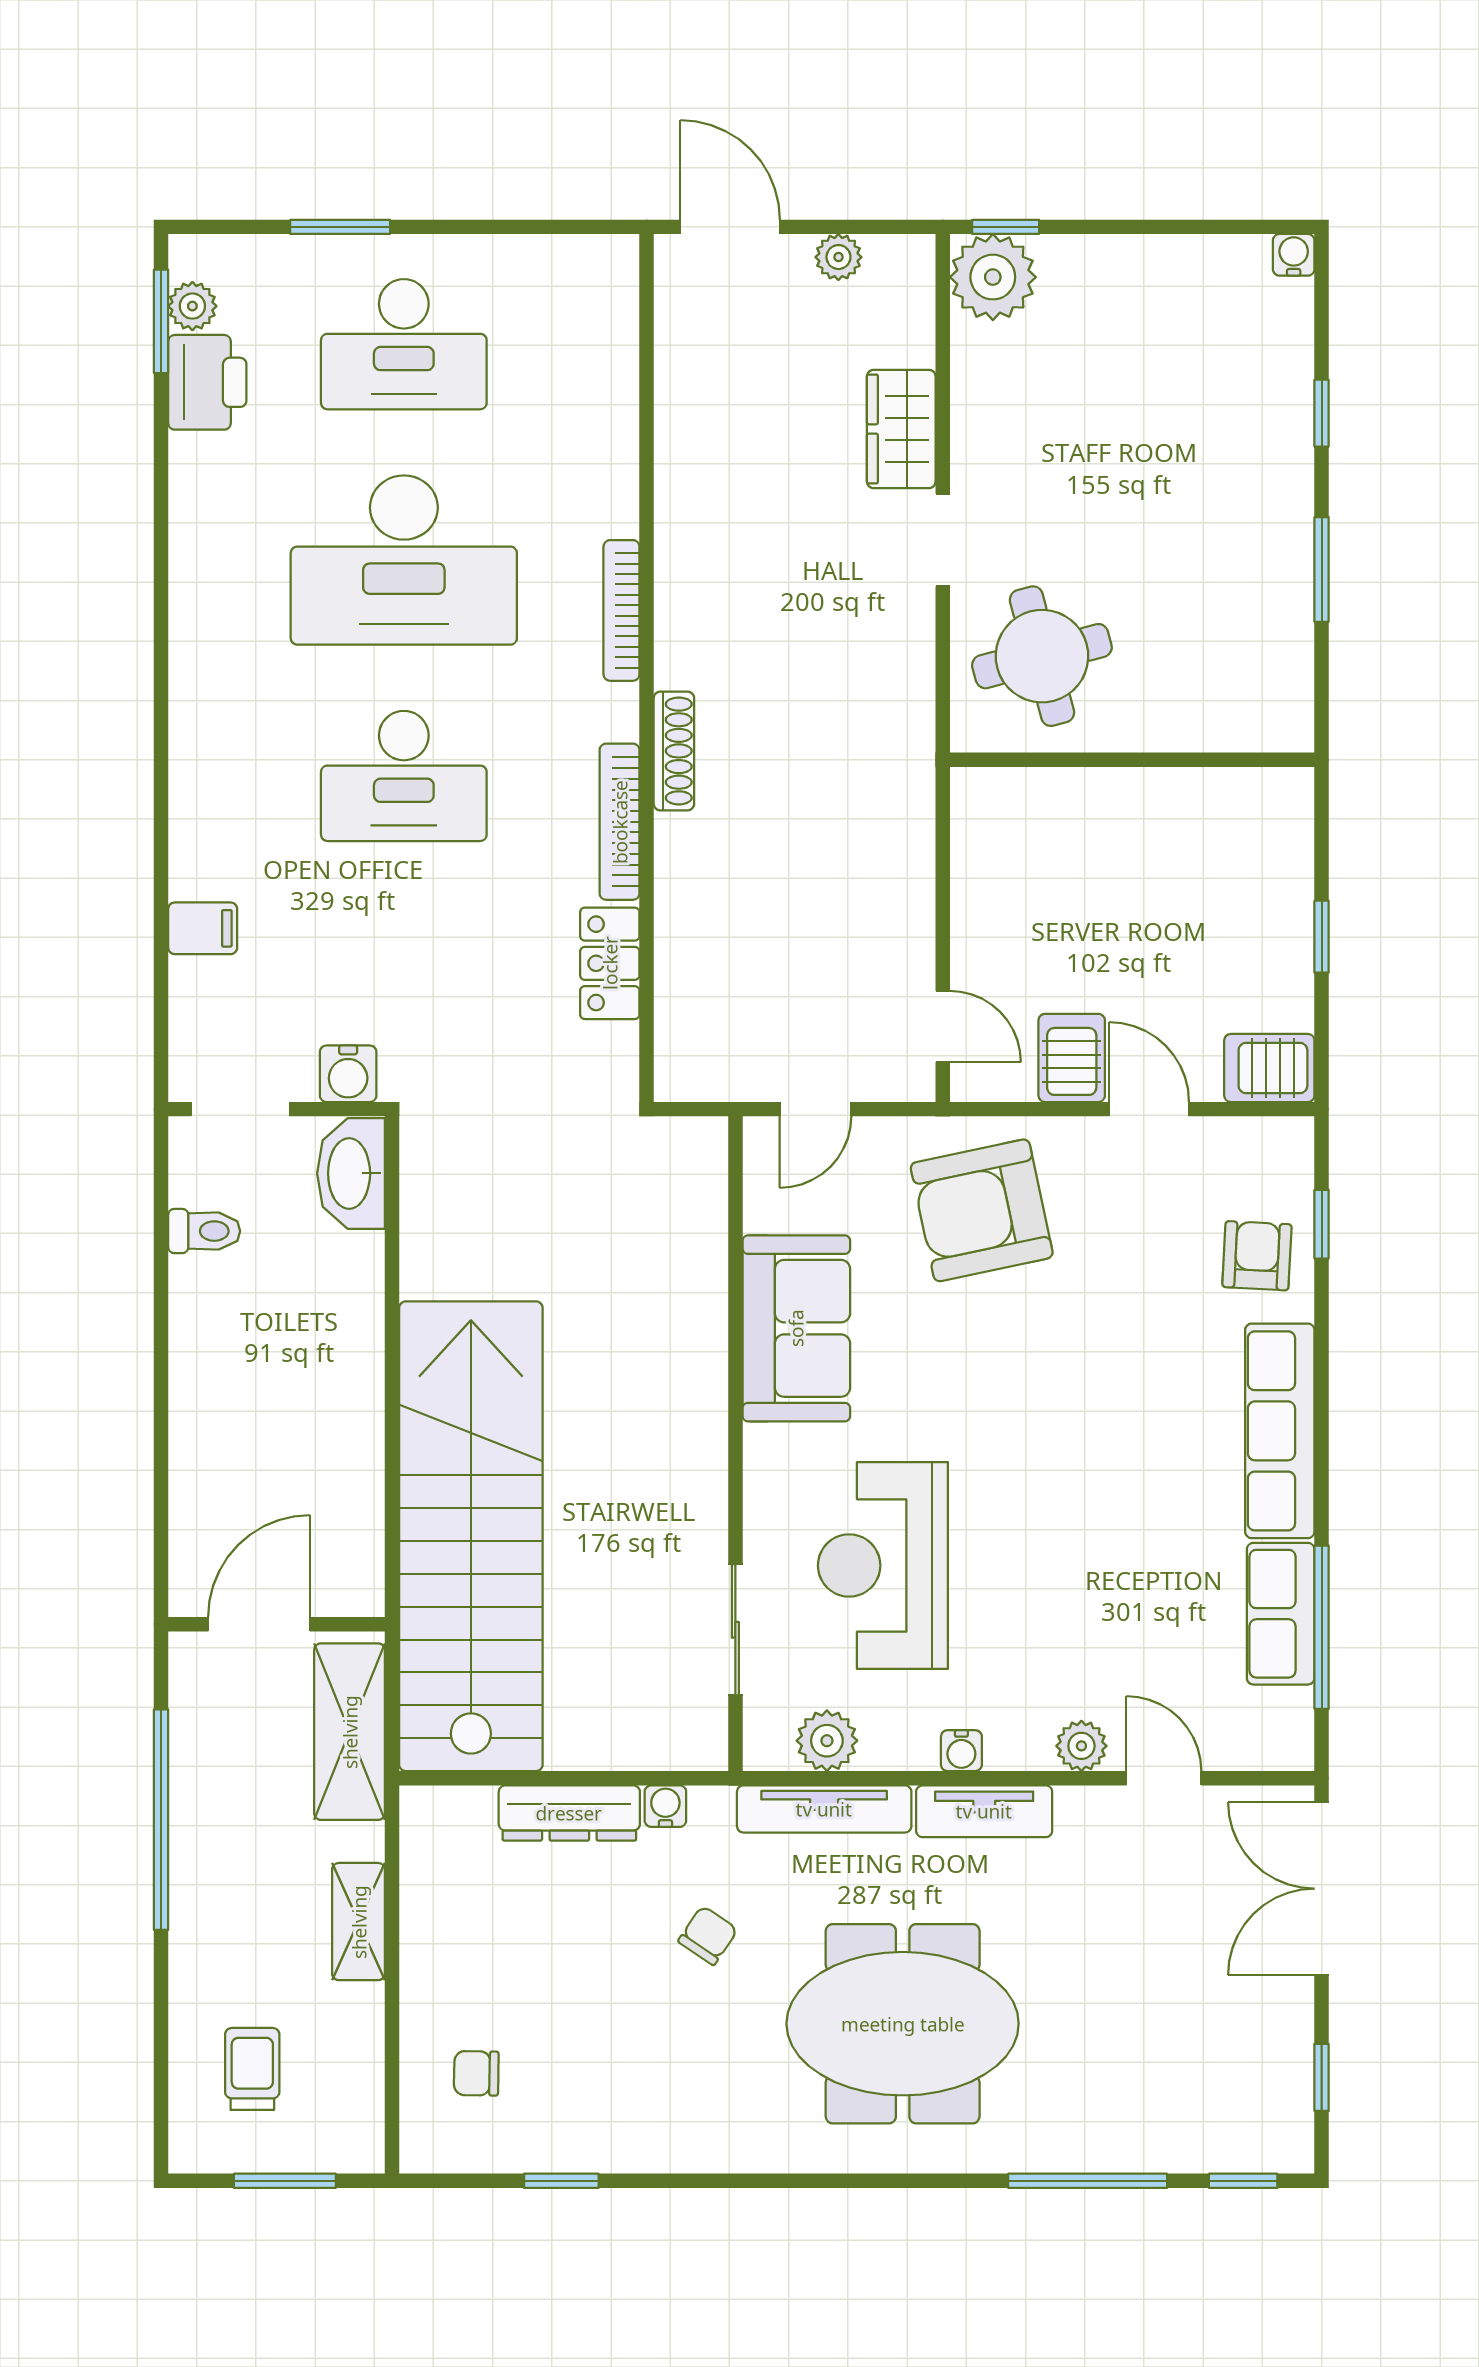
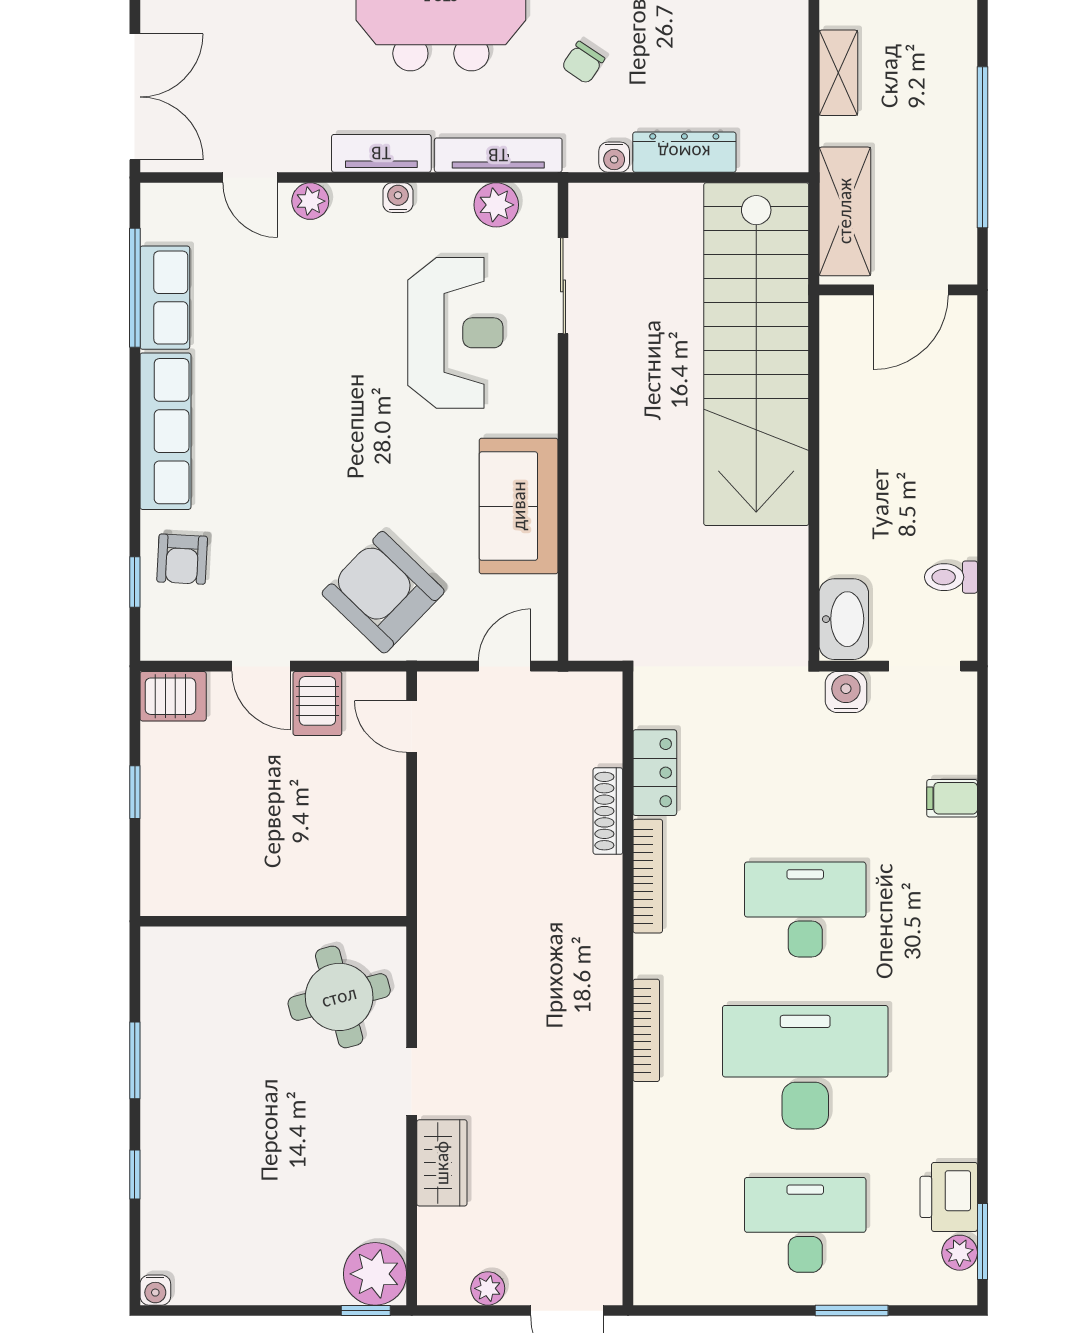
shoe rack: (674, 751) -> (608, 811), moved
armchair: (982, 1210) -> (383, 592), turned -124

